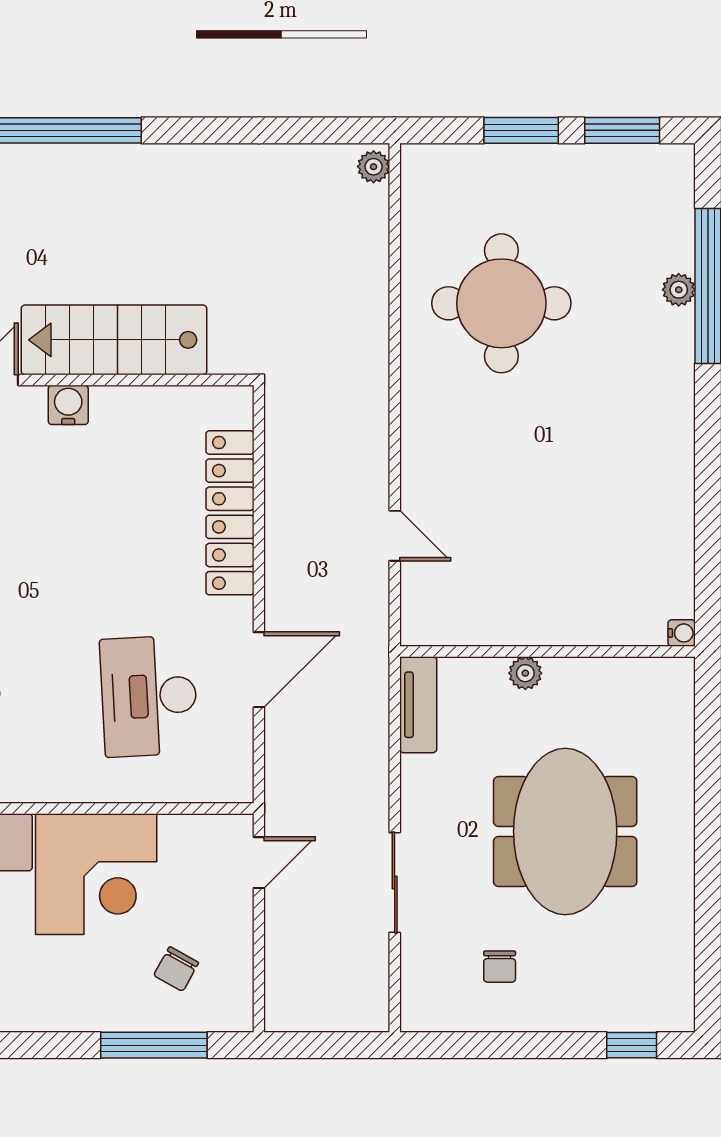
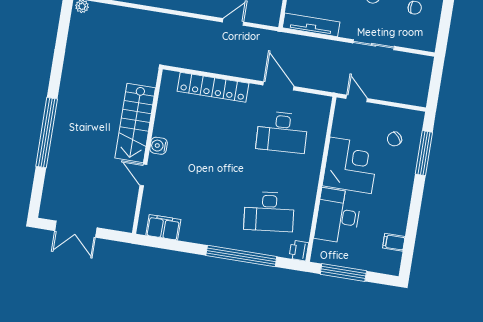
tv unit: (418, 705) -> (311, 25), width x1.41
chair: (176, 969) -> (394, 139), turned 110

